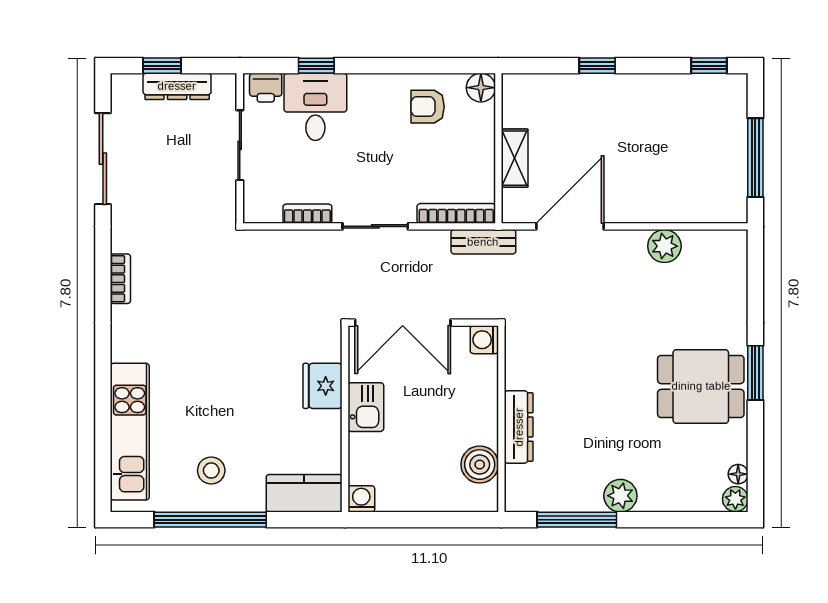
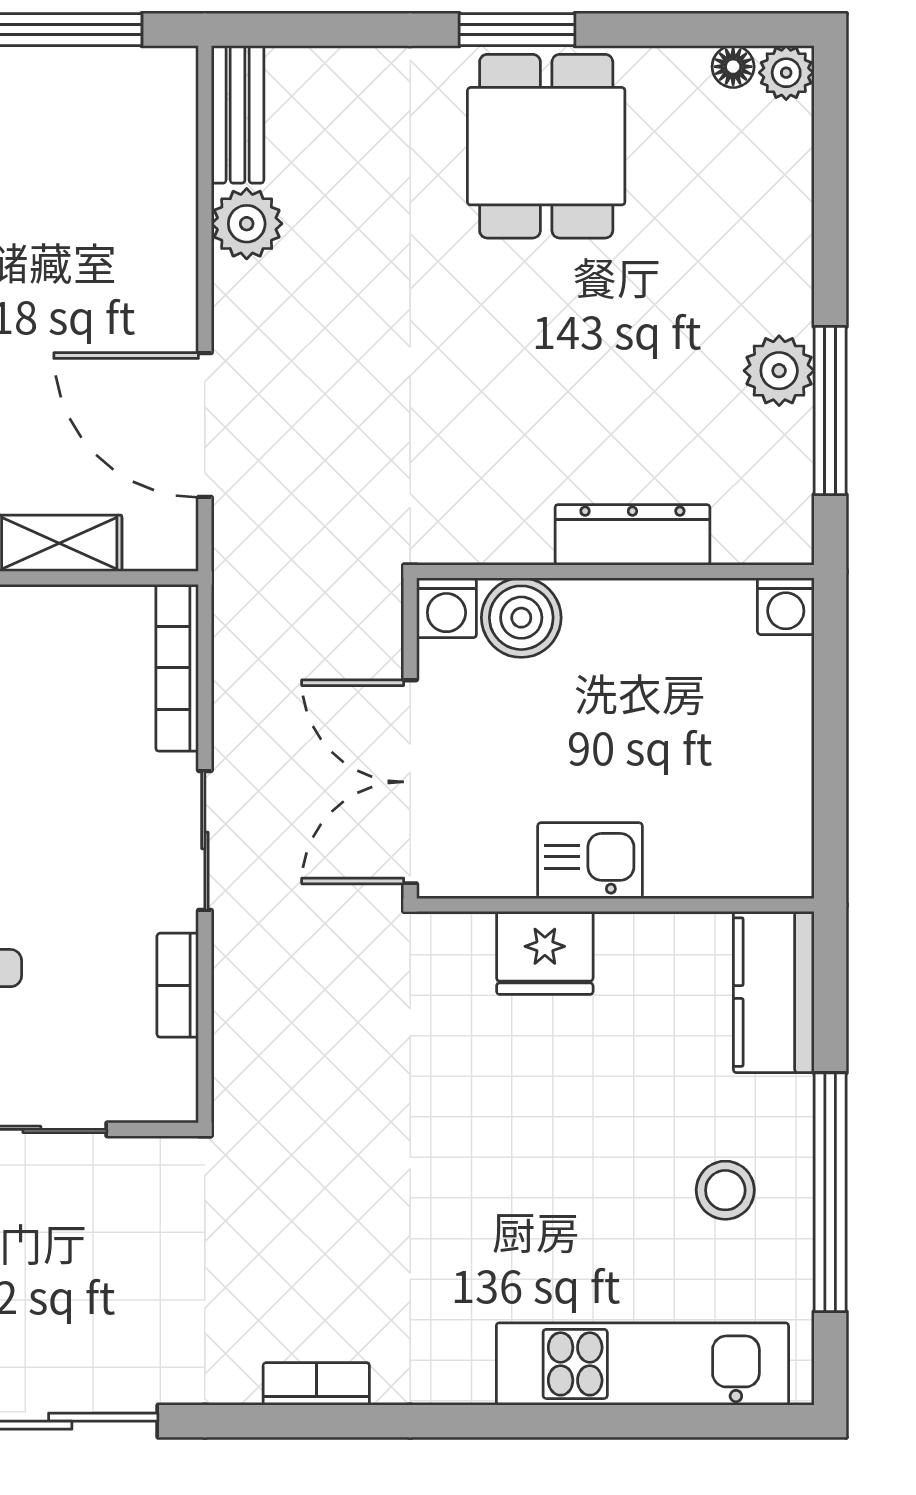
bench: (483, 242) -> (238, 114), moved
double door: (403, 323) -> (410, 782), swing flipped
boiler: (480, 465) -> (521, 618), moved
plant: (620, 496) -> (779, 371), moved
washing machine: (361, 499) -> (786, 606), moved, turned -90

